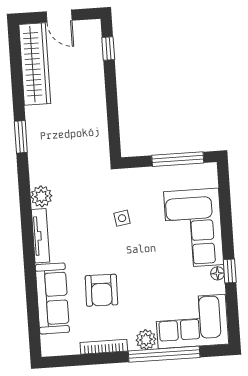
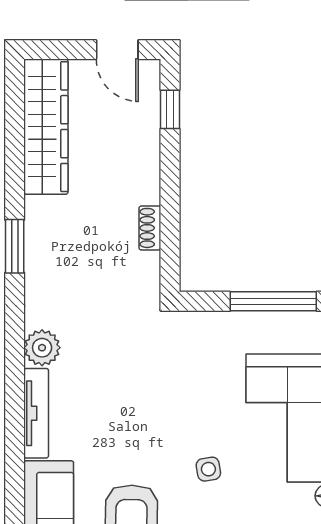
door: (59, 16) -> (117, 50), moved
shoe rack: (101, 120) -> (150, 228), added
side table: (122, 218) -> (208, 469), moved

